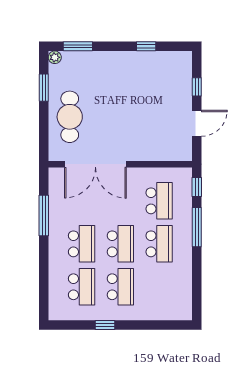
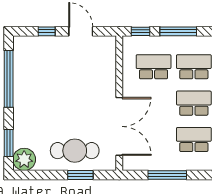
window: (146, 46) -> (9, 79), width x3.17
plant: (55, 57) -> (24, 159), width x1.88, depth x1.88
window: (44, 88) -> (80, 175), moved

